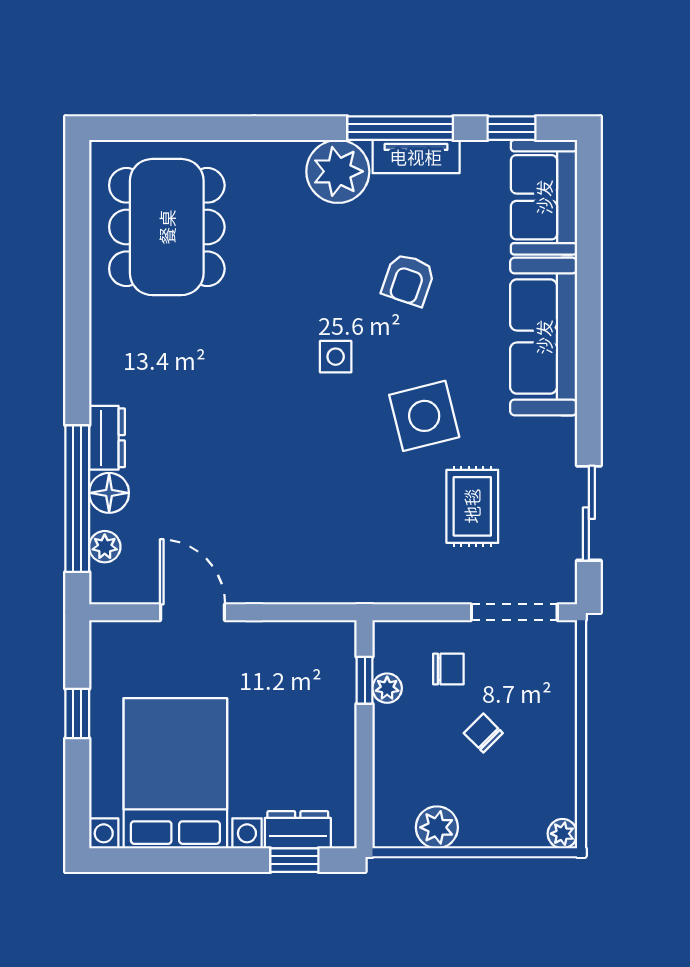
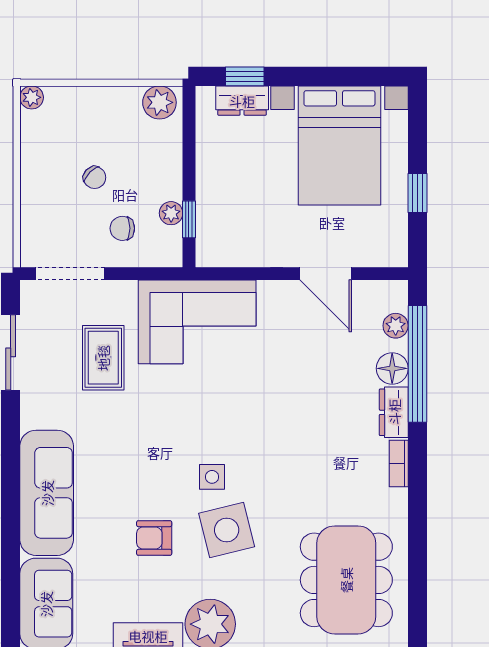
armchair: (408, 280) -> (154, 538), turned -109
bookcase: (101, 373) -> (399, 464), added
side table: (424, 416) -> (227, 530), moved
corner sofa: (354, 552) -> (197, 322), added
plant: (437, 827) -> (159, 102), moved

